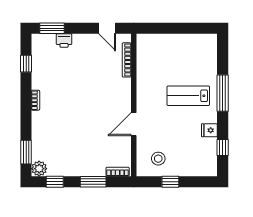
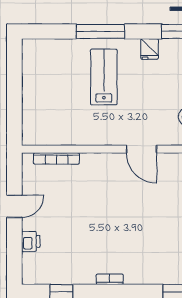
window: (52, 28) -> (14, 257), removed
door: (107, 28) -> (14, 206), moved
lab bench: (188, 96) -> (104, 77), turned 180

